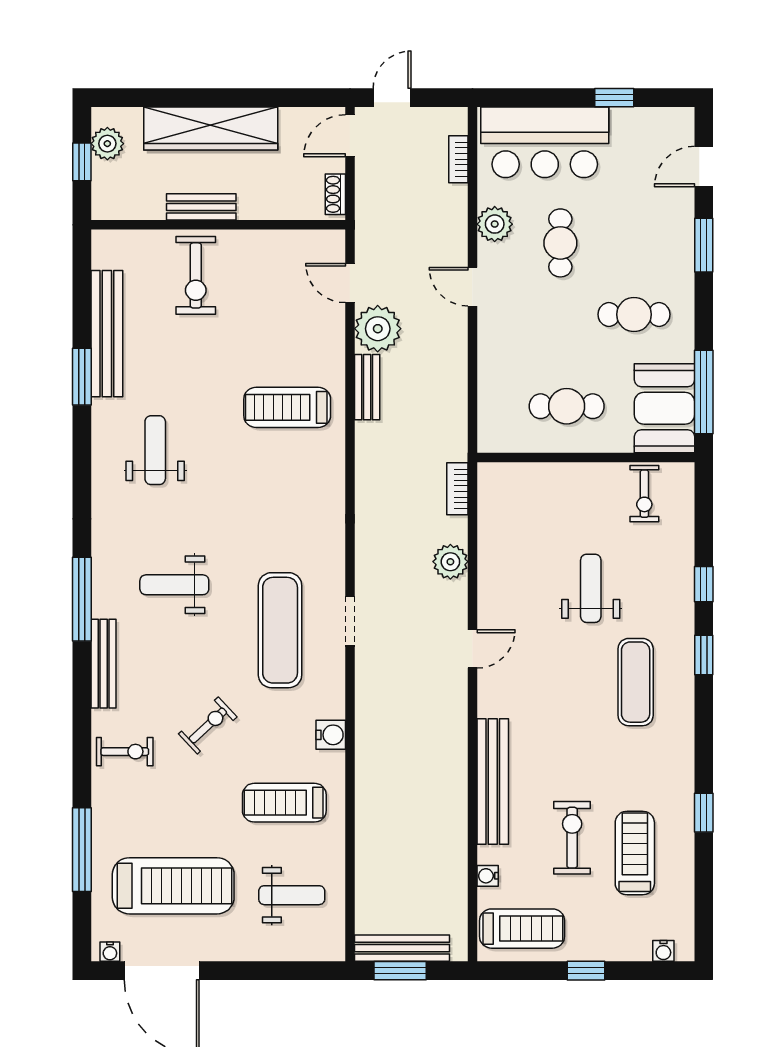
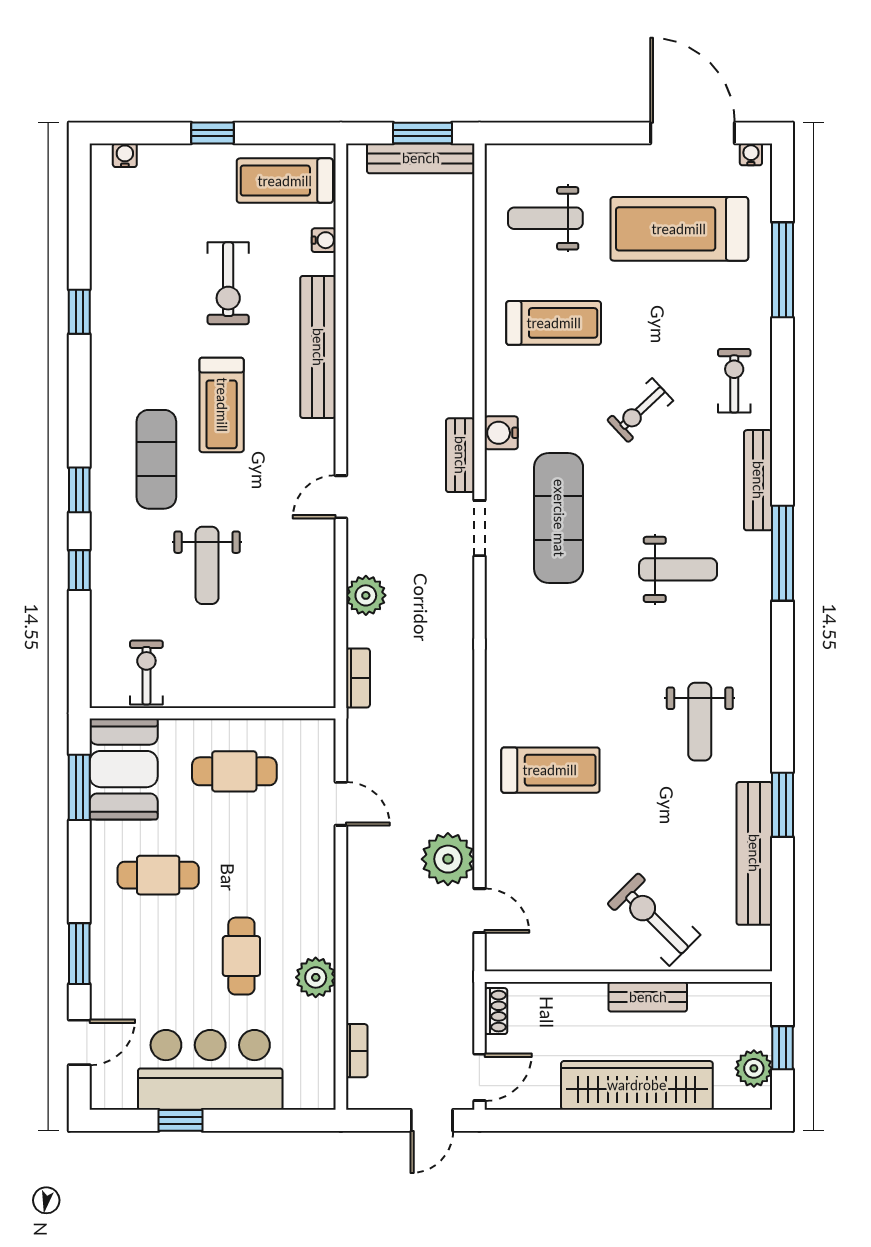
bar counter: (545, 142) -> (210, 1070), moved
exercise bike: (196, 275) -> (654, 919), turned -45
door: (472, 287) -> (341, 804), moved
bench: (367, 387) -> (460, 455), moved
window: (704, 392) -> (79, 787), width x0.69
water cooler: (331, 735) -> (501, 433), moved
exercise bike: (125, 752) -> (734, 381), turned 90
treadmill: (635, 853) -> (222, 405), moved

